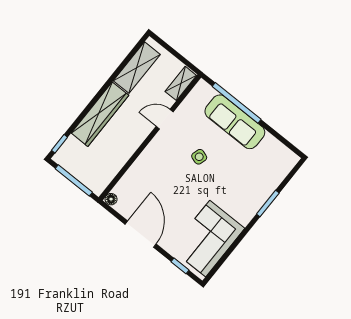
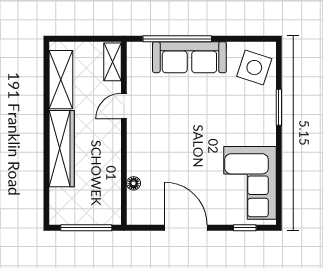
window: (59, 144) -> (46, 205), removed
side table: (199, 157) -> (254, 68), moved, width x1.87, depth x1.87
floor lamp: (111, 199) -> (134, 183), moved

